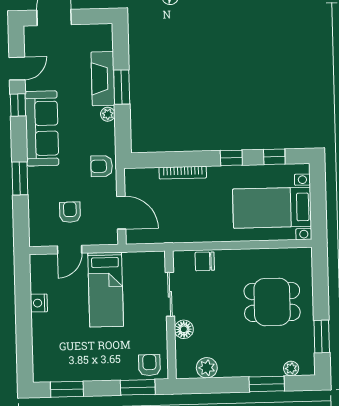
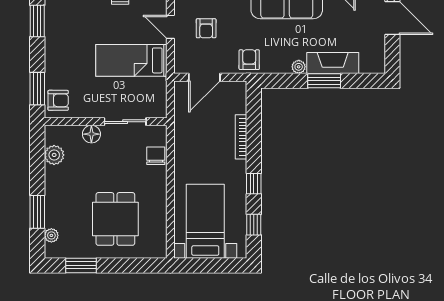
armchair: (70, 212) -> (206, 28), turned 90

